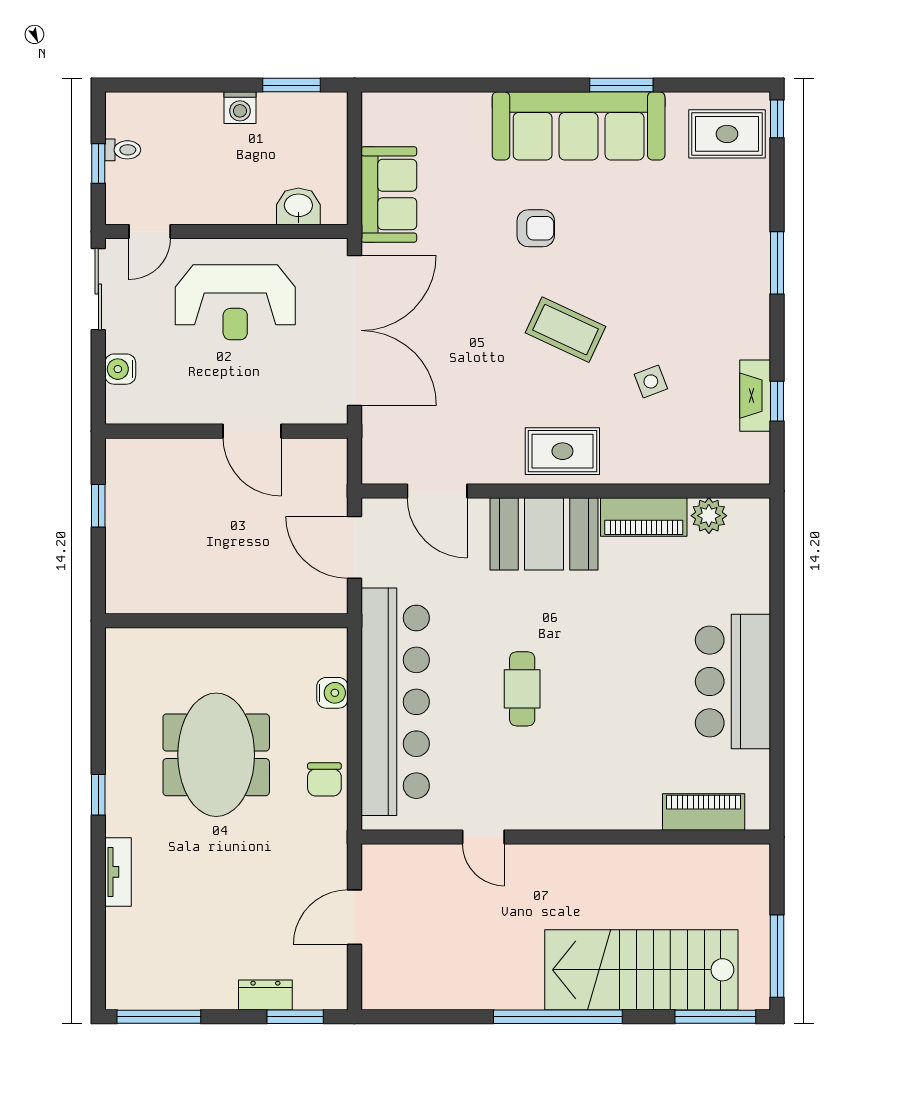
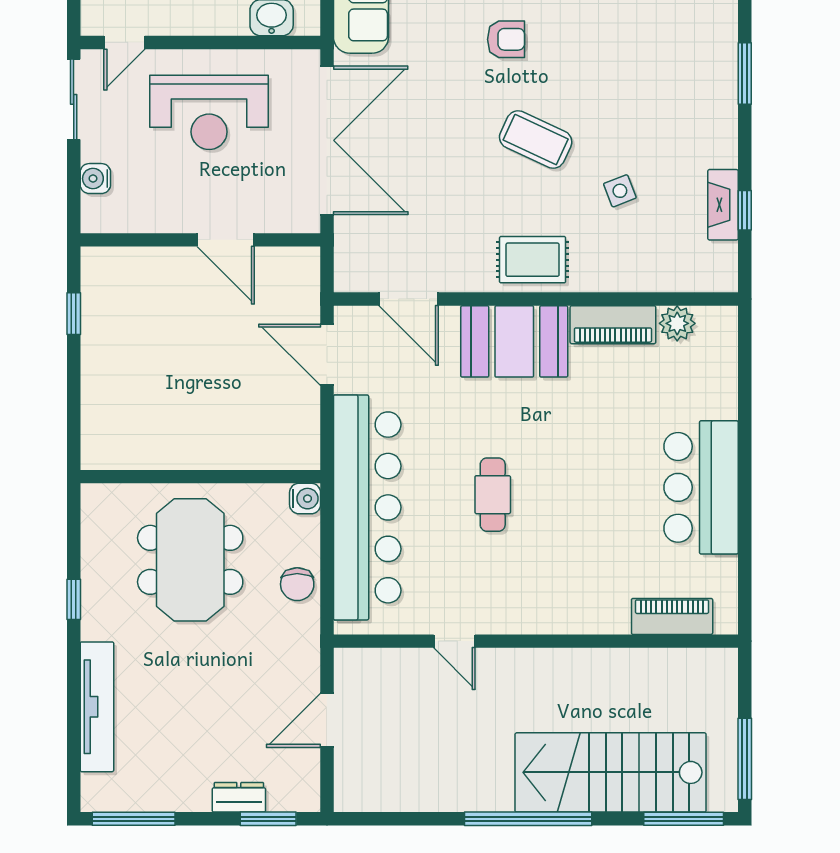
wall: (226, 621) -> (200, 477), moved
tv unit: (118, 872) -> (97, 707), width x1.92, depth x1.29

